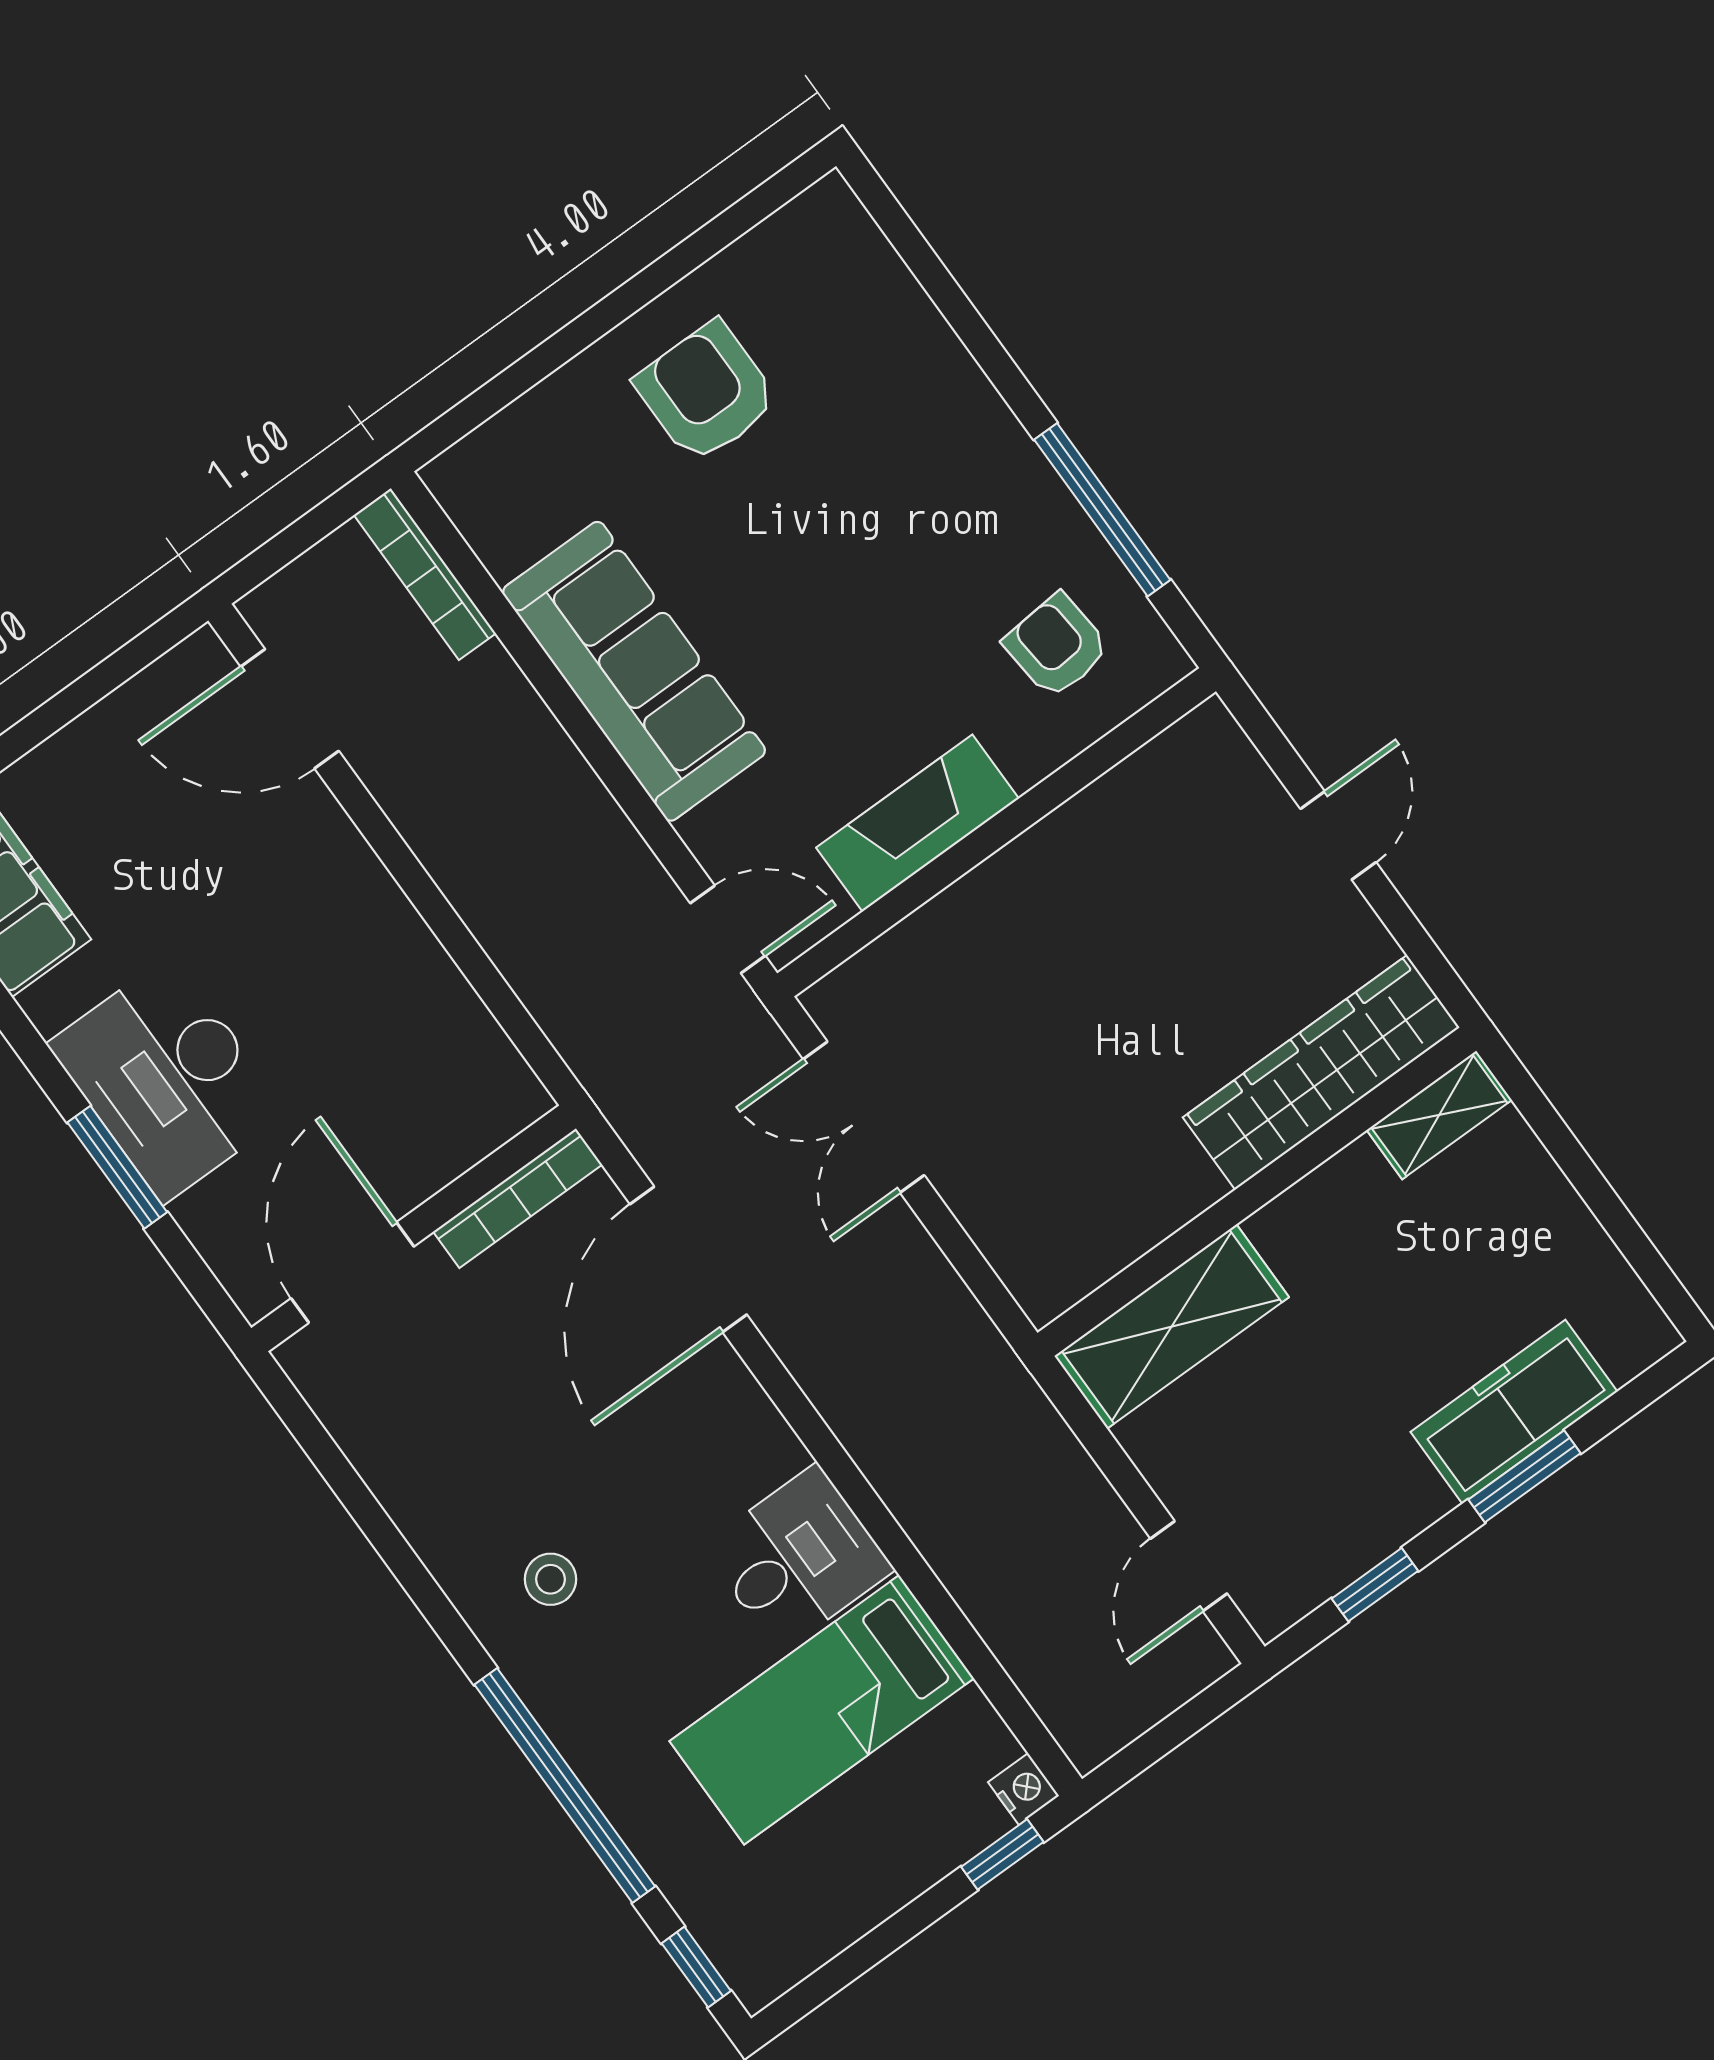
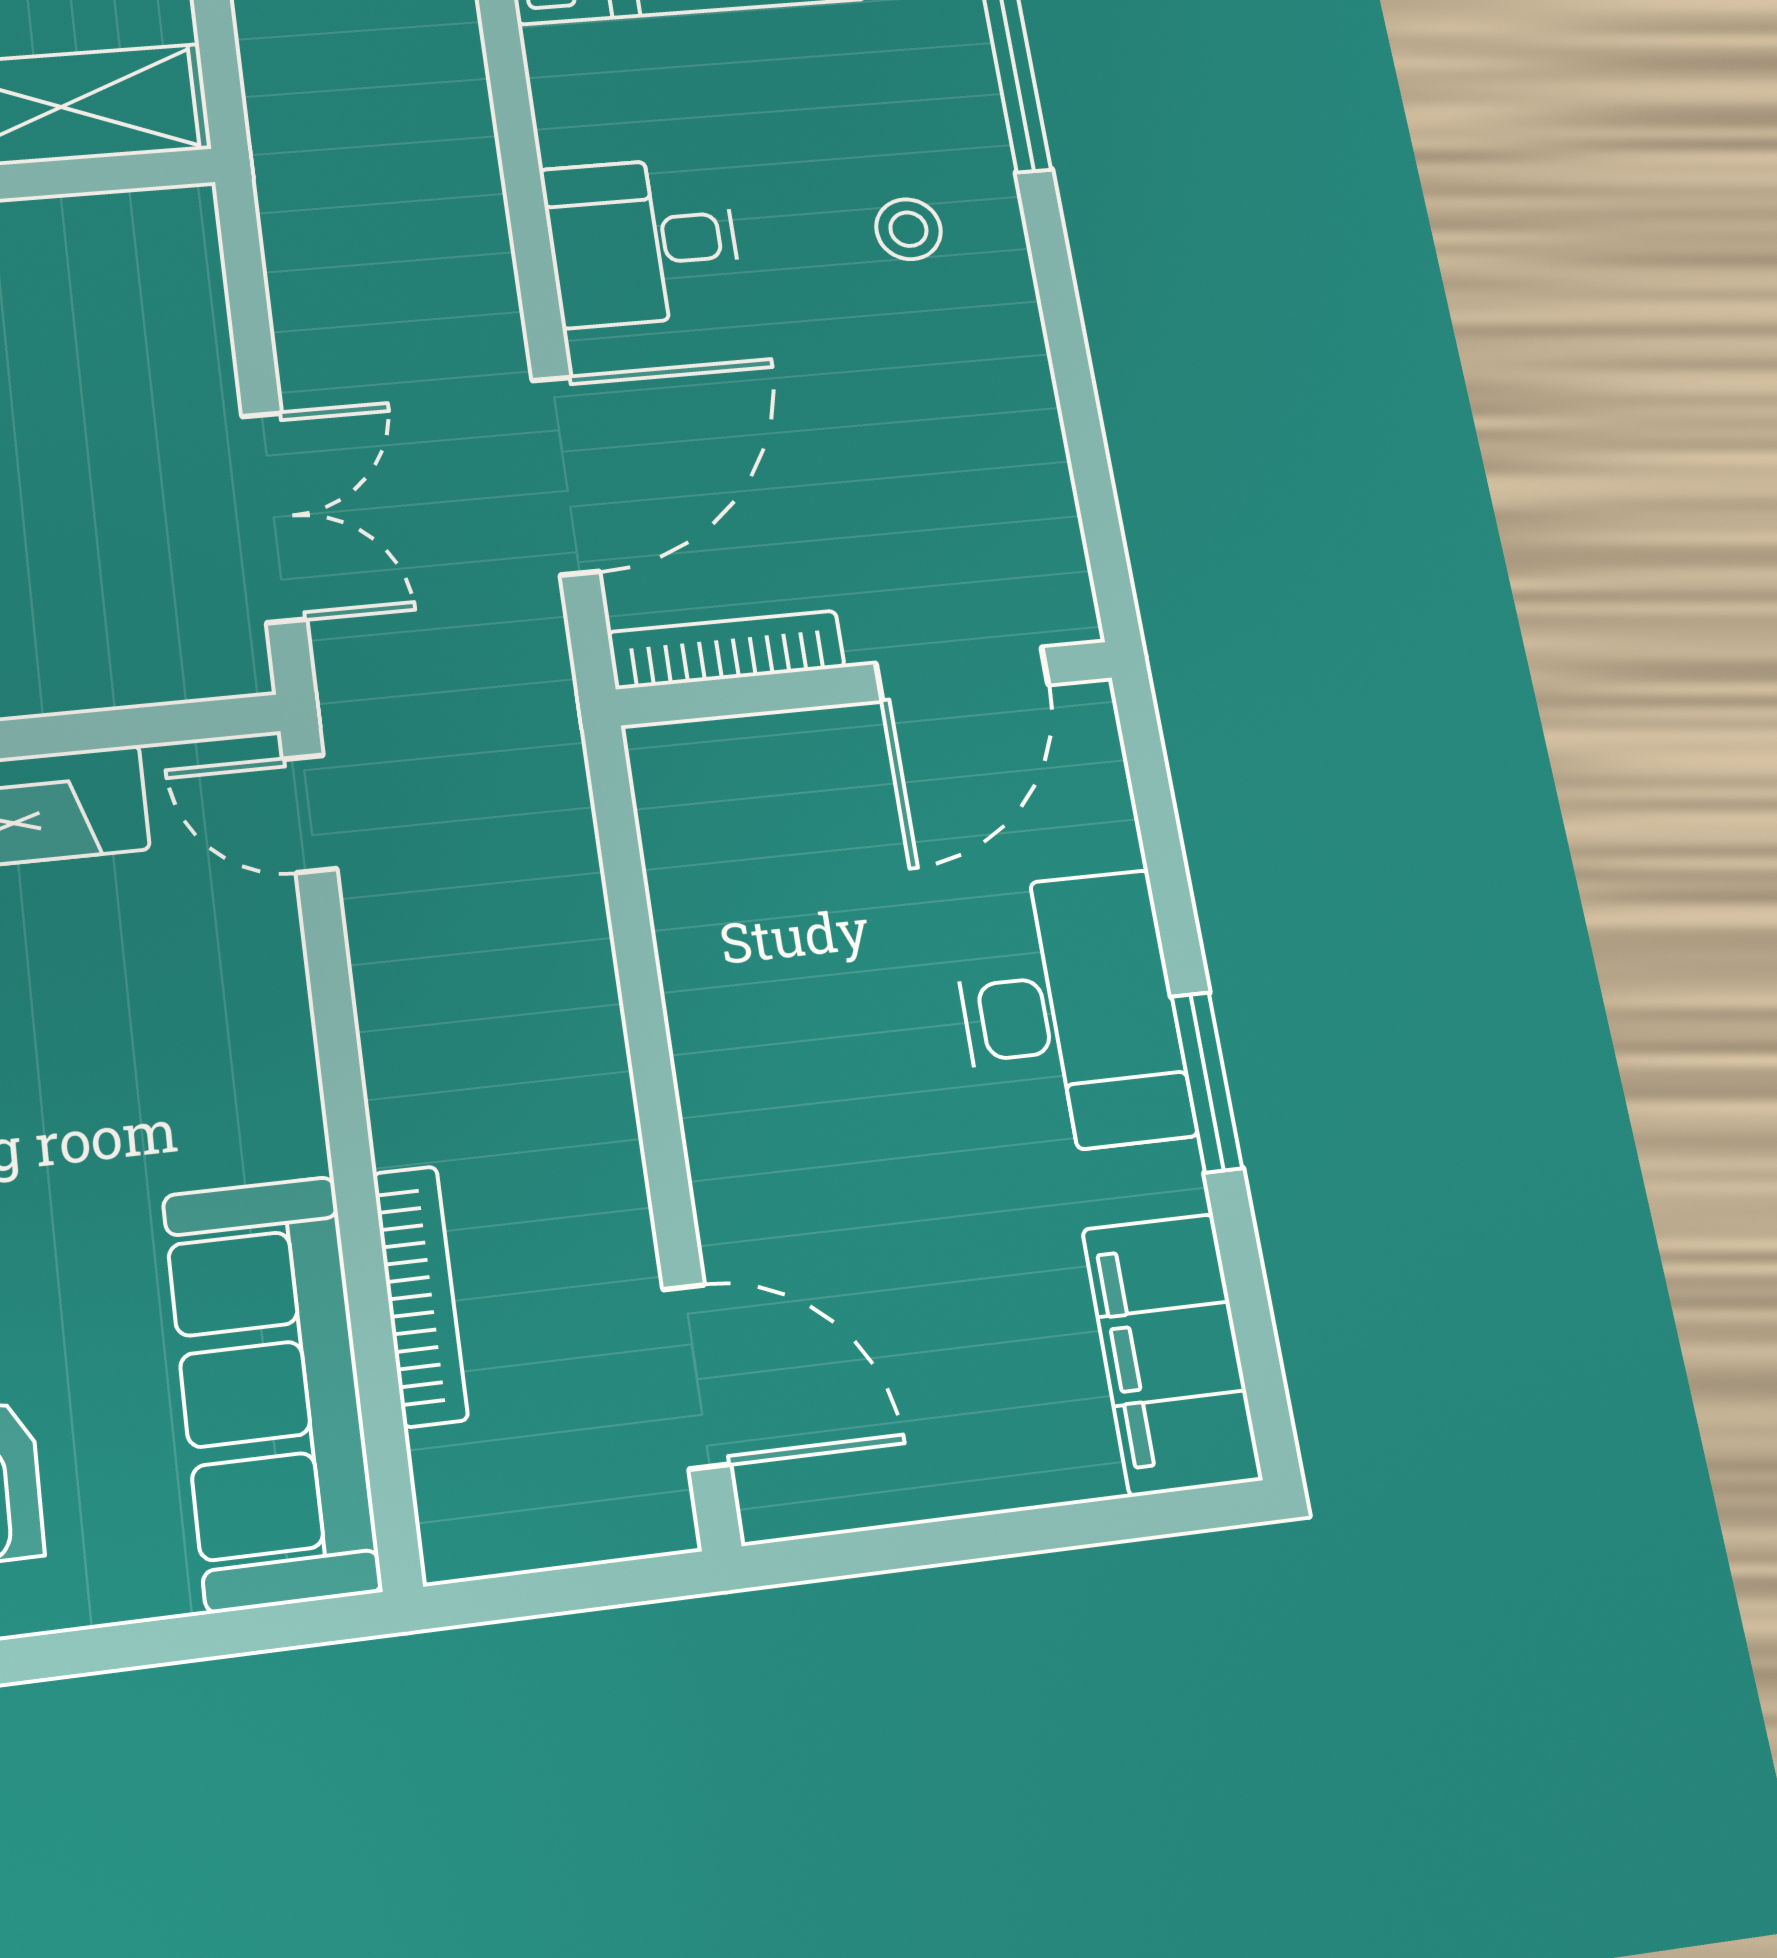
bookcase: (425, 574) -> (420, 1296), moved
sofa: (634, 671) -> (271, 1391), moved
window: (117, 1167) -> (1207, 1082), moved
desk: (798, 1558) -> (642, 242), moved

